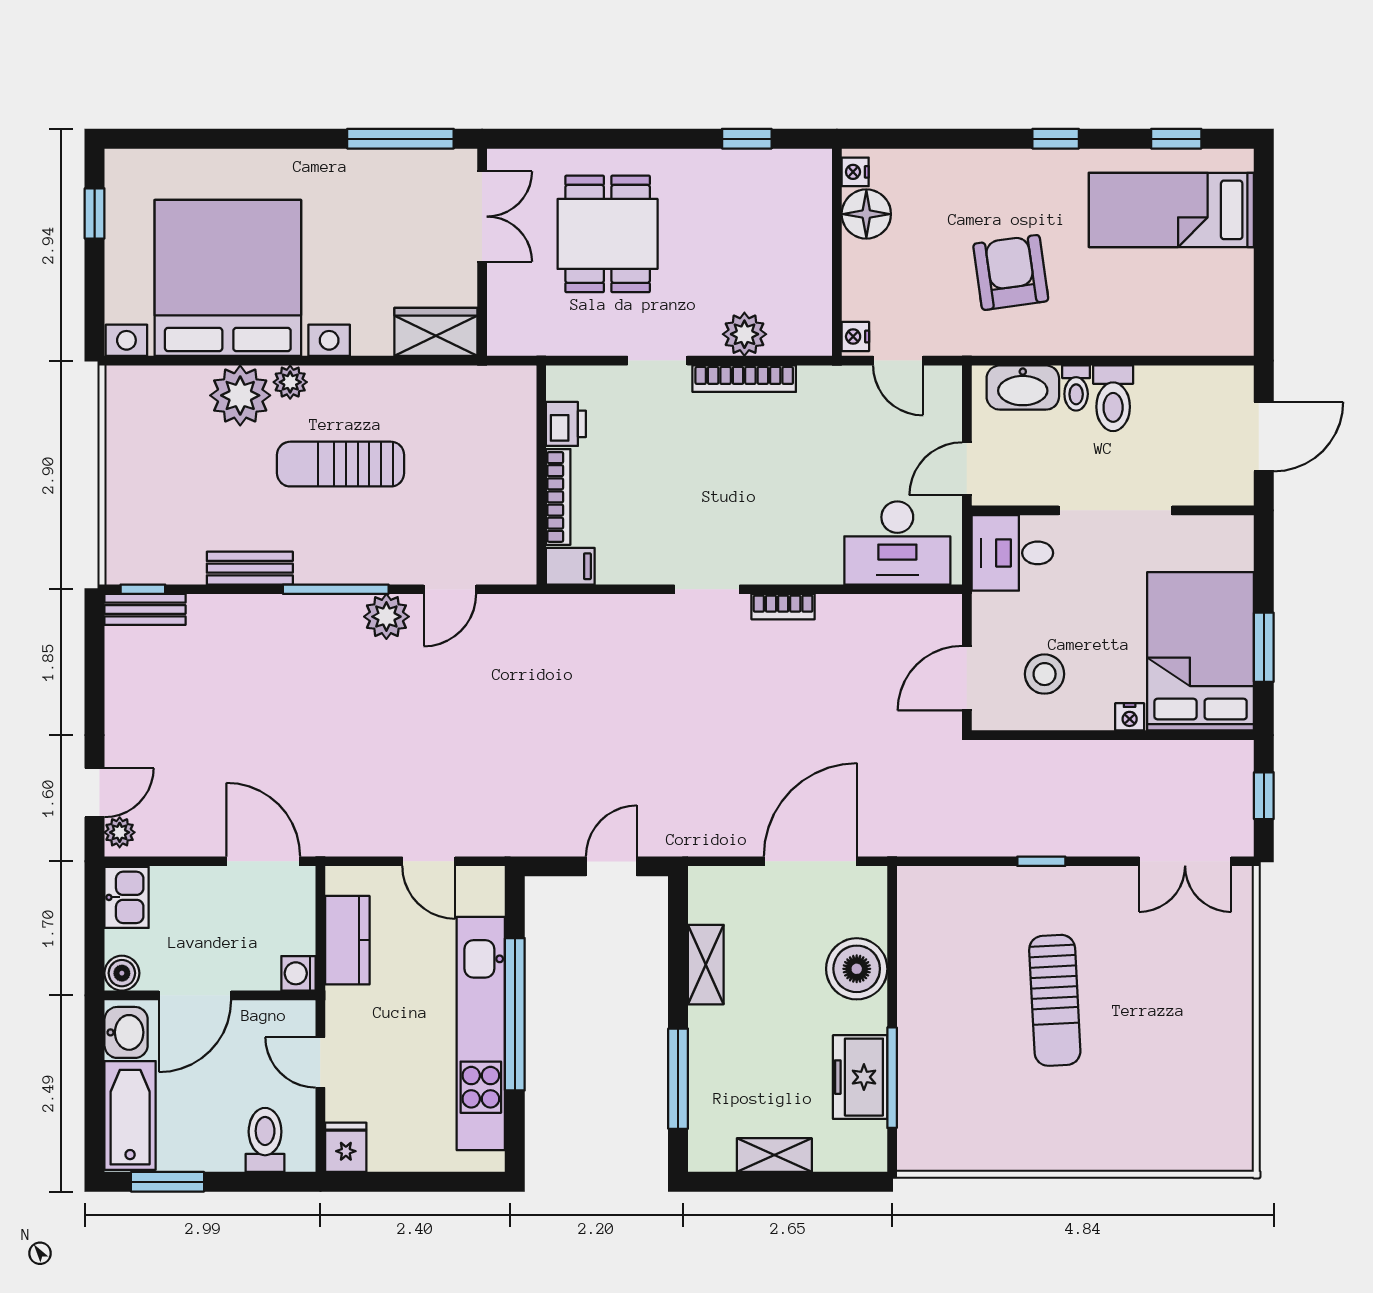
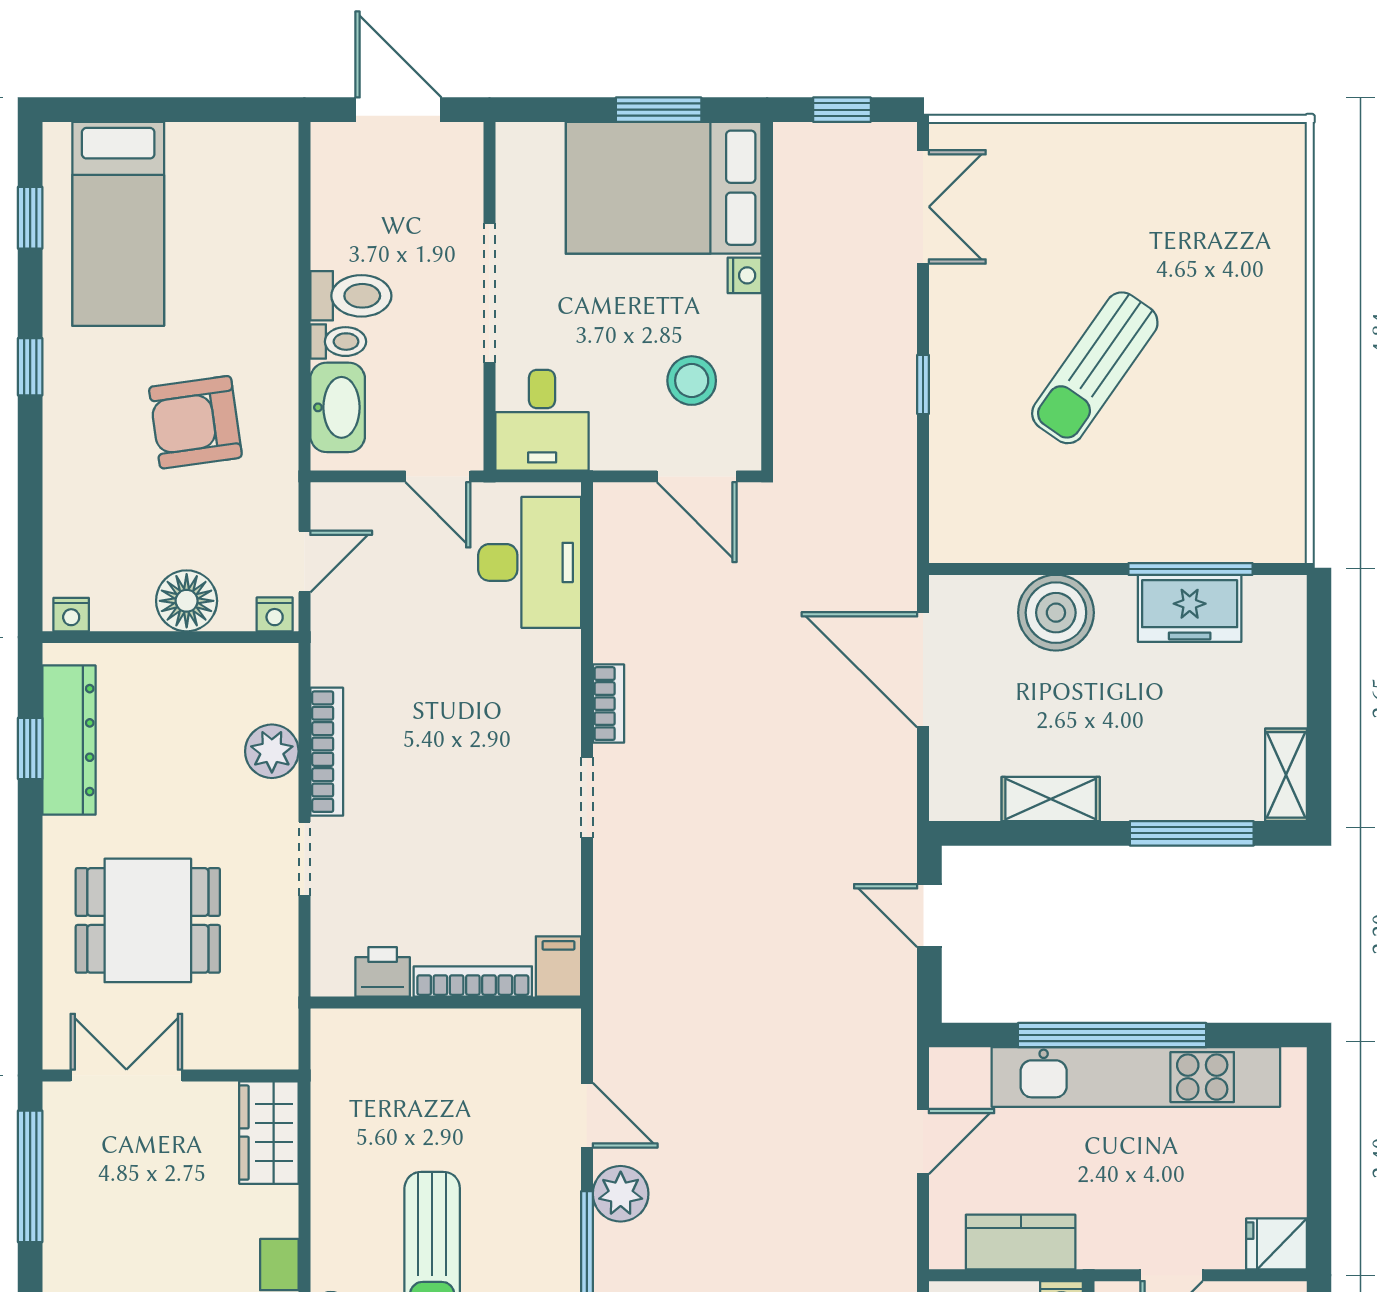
dresser: (754, 170) -> (69, 740), added
floor lamp: (866, 214) -> (187, 601), moved
sun lounger: (1055, 1000) -> (1095, 368), turned 128
shelving: (774, 1155) -> (1286, 775), moved

